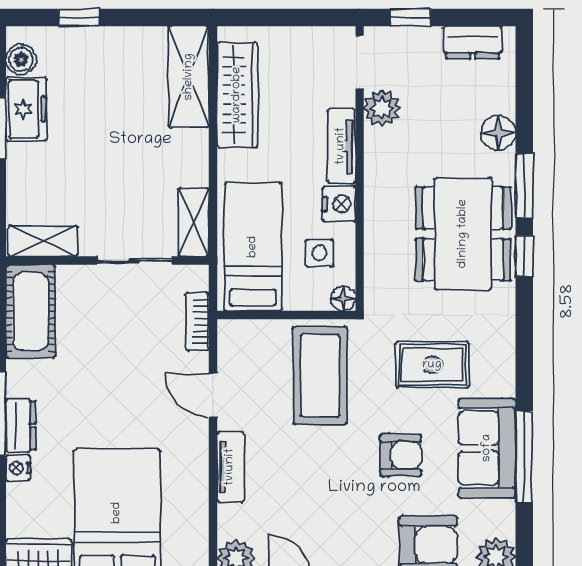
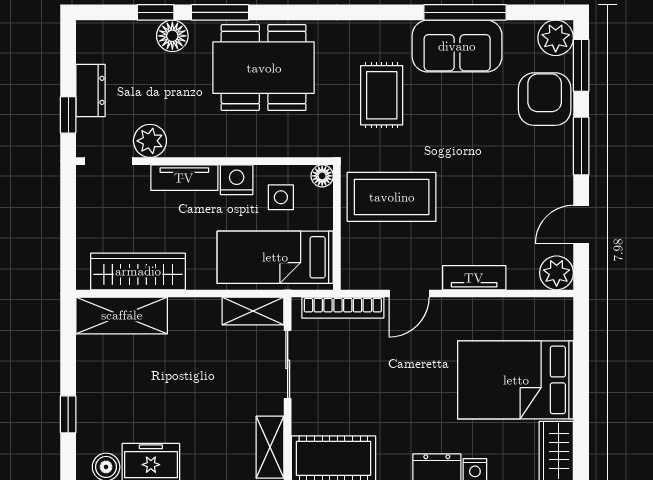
dresser: (473, 42) -> (91, 90), moved
window: (524, 256) -> (156, 12), moved
bookcase: (197, 322) -> (343, 308), width x1.56
armchair: (401, 455) -> (464, 124), removed

